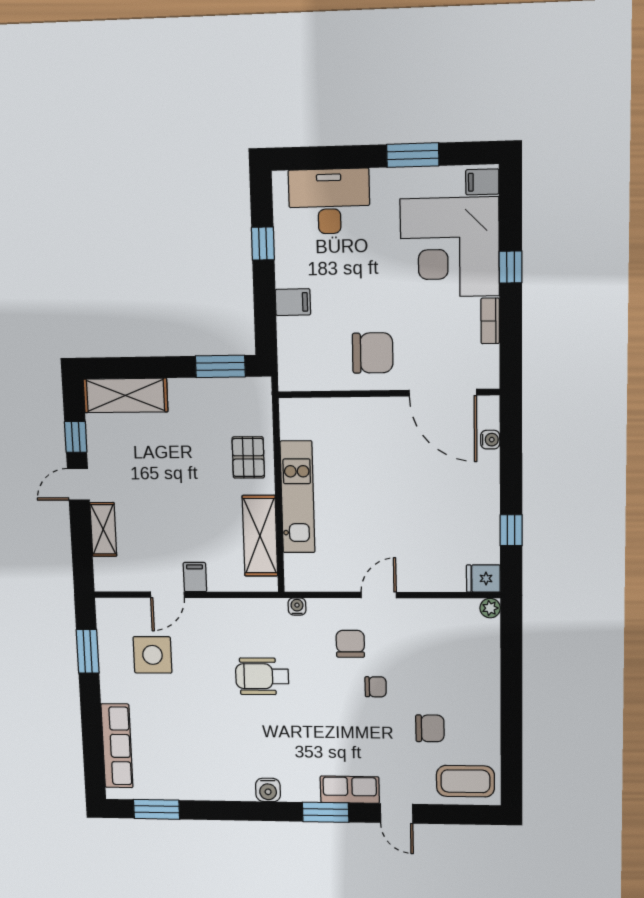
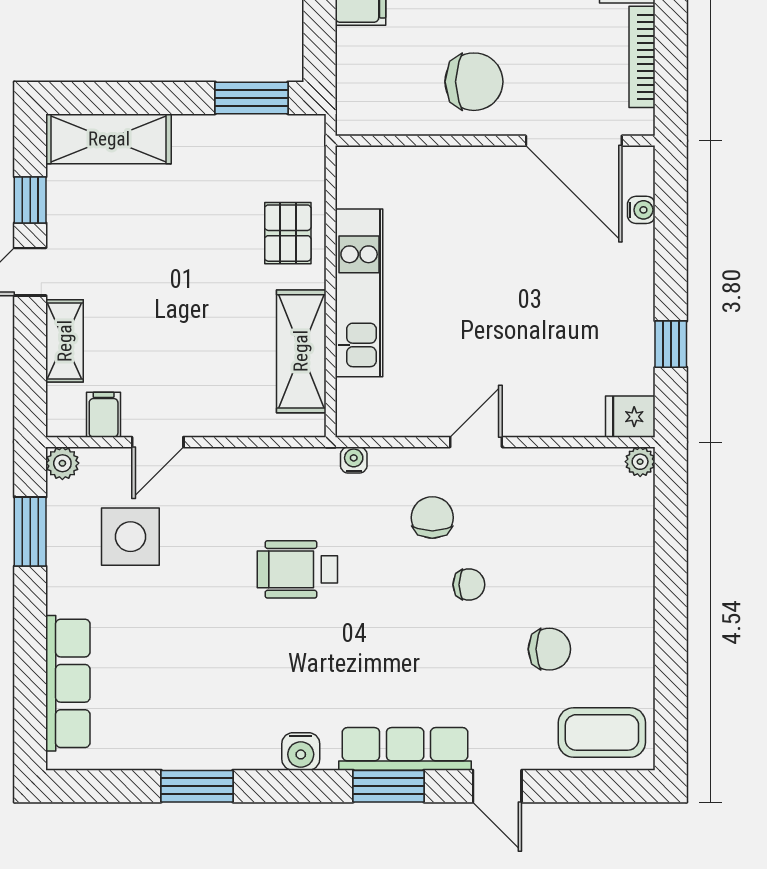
bookcase: (490, 321) -> (642, 57), width x1.56
filing cabinet: (195, 577) -> (104, 415), moved
plant: (106, 608) -> (62, 463), added
row of seats: (350, 790) -> (405, 749), width x1.48
window: (157, 809) -> (197, 786), moved

